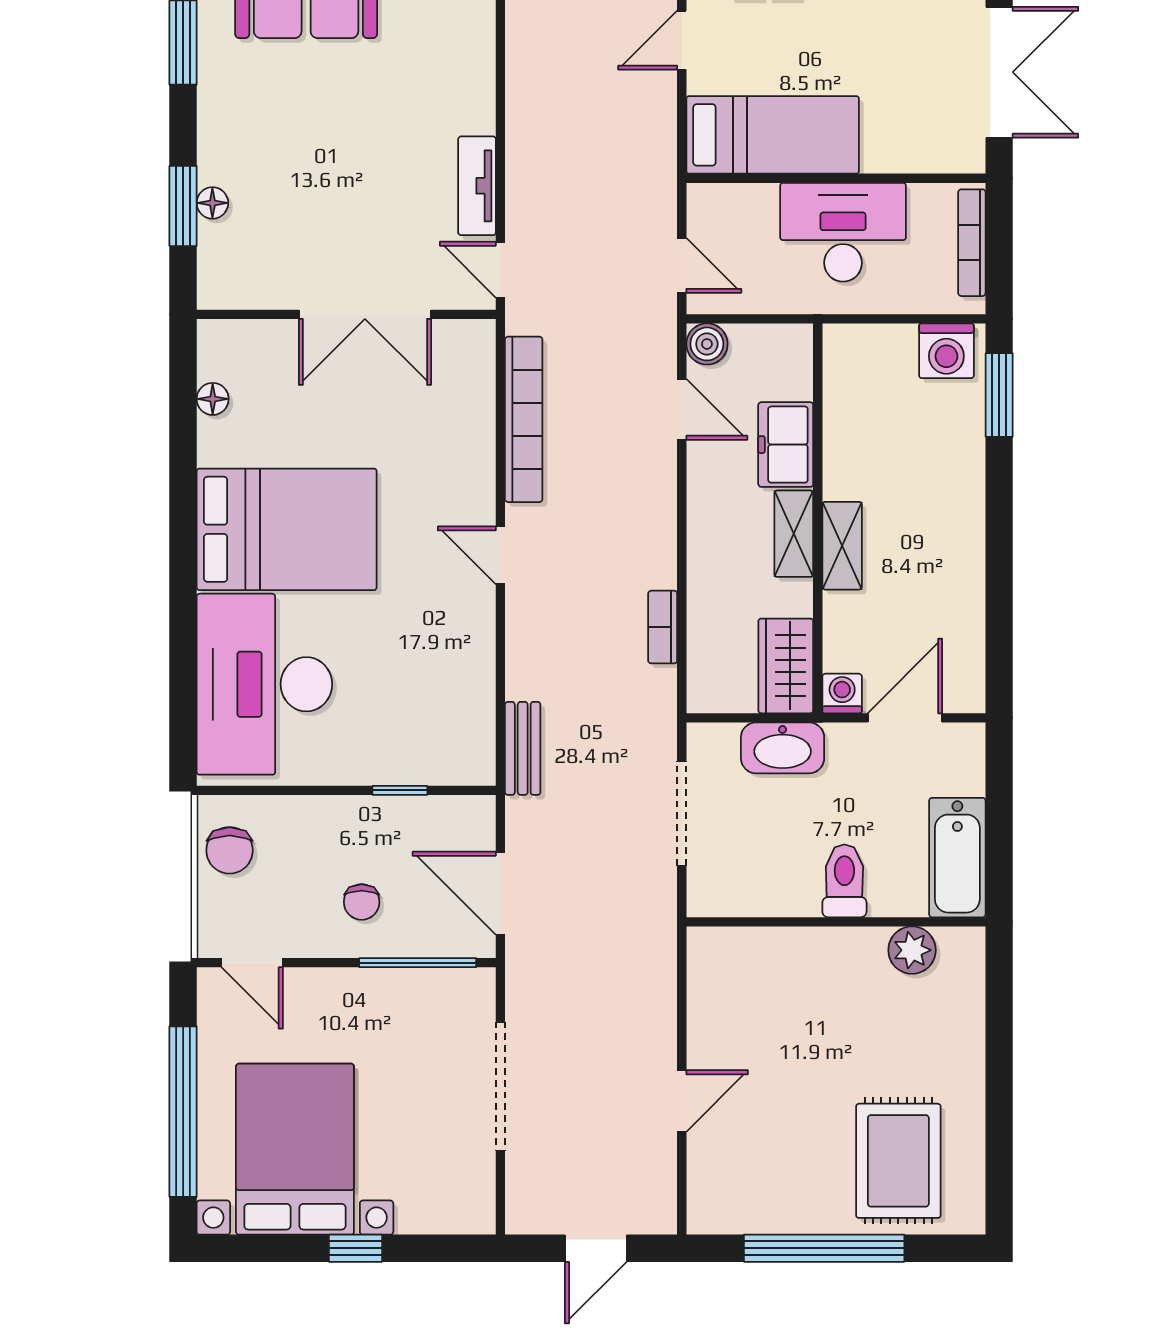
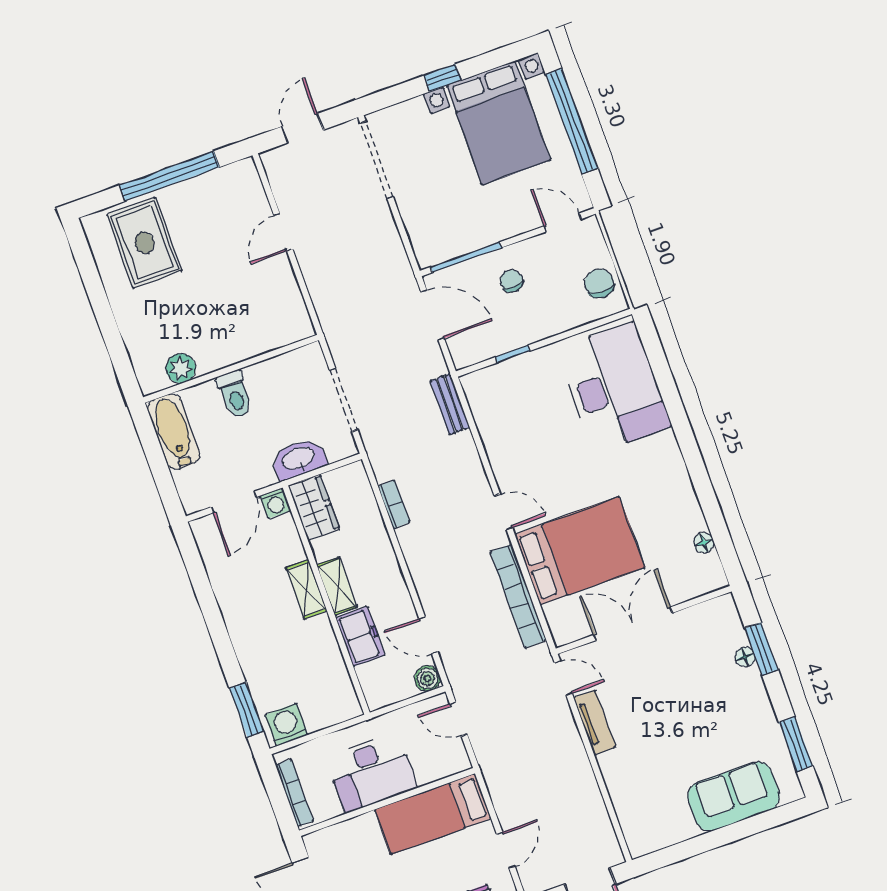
bed: (287, 529) -> (580, 551), moved, turned 180
doorway: (500, 1087) -> (377, 160), moved

